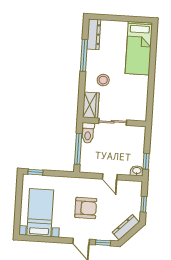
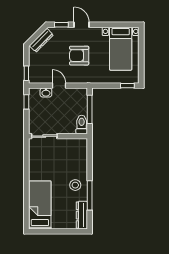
stool: (103, 80) -> (75, 185), moved
wardrobe: (91, 105) -> (80, 150), removed
sliding door: (113, 122) -> (44, 136), moved
washbasin: (137, 171) -> (46, 93), moved
window: (144, 204) -> (26, 73), moved

